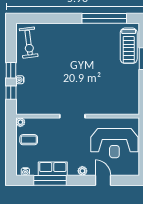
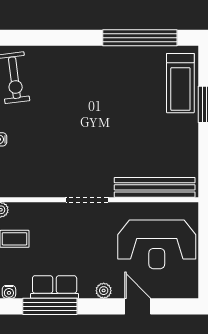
bench: (113, 109) -> (155, 187), added

